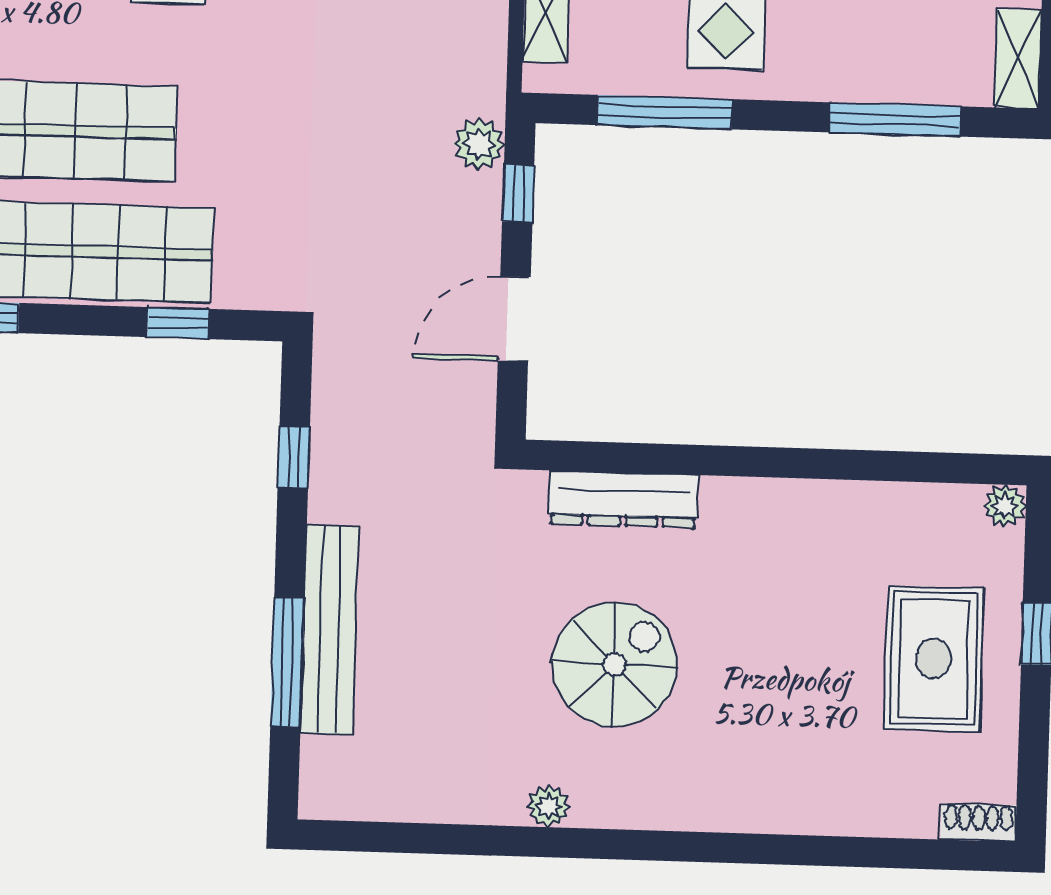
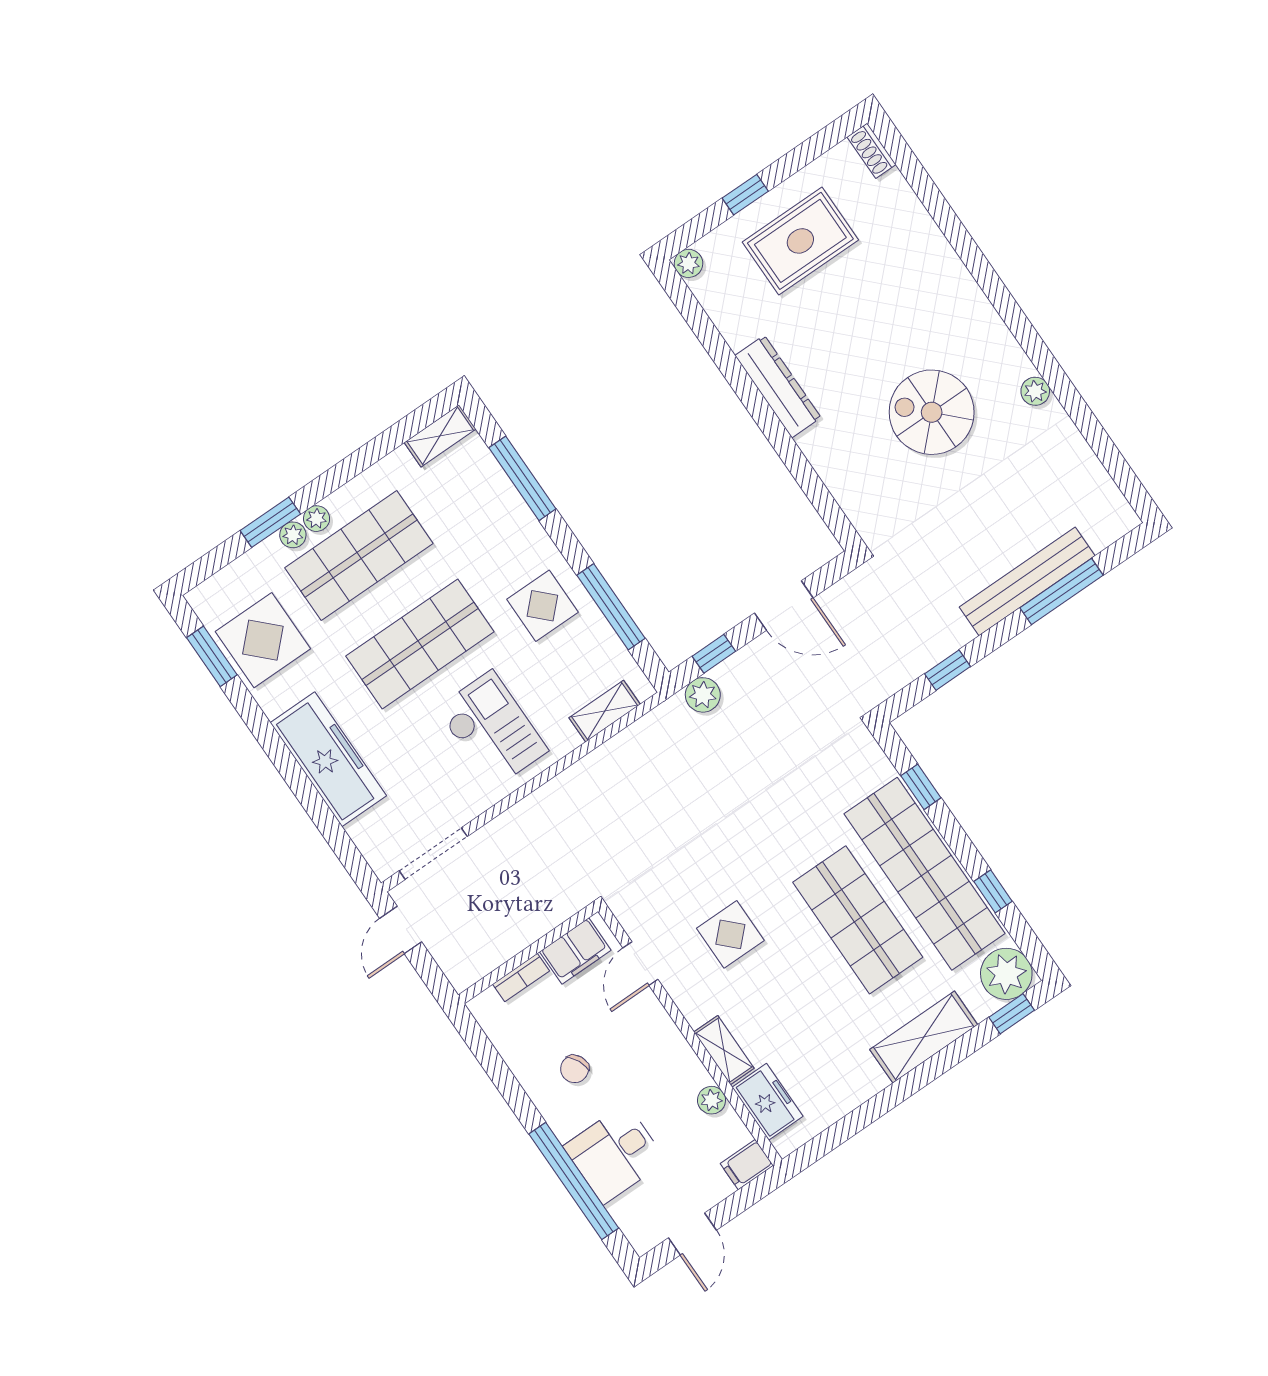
dresser: (623, 499) -> (778, 387), moved

